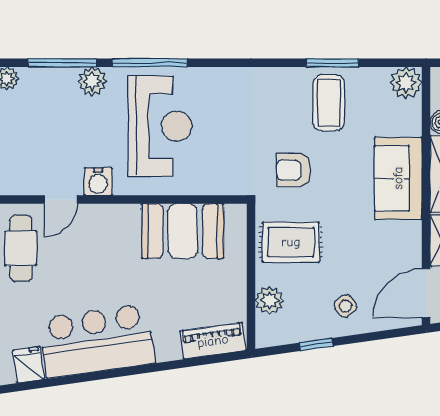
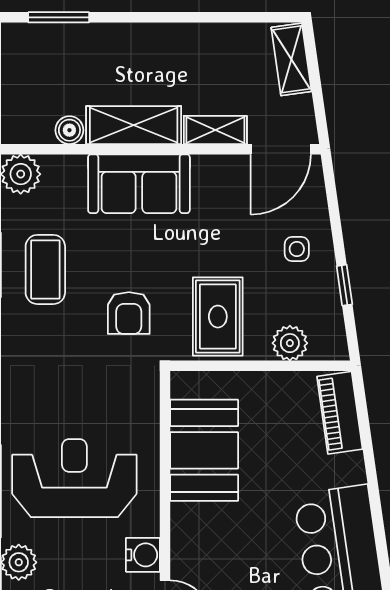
coffee table: (329, 103) -> (45, 269), turned 90
door: (426, 293) -> (281, 149), hinge flipped
side table: (345, 306) -> (297, 249), turned 38

